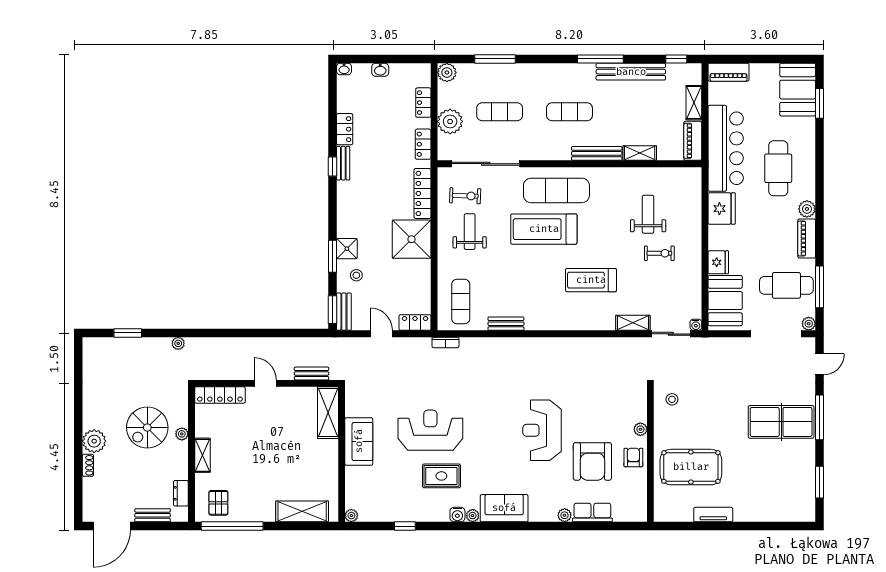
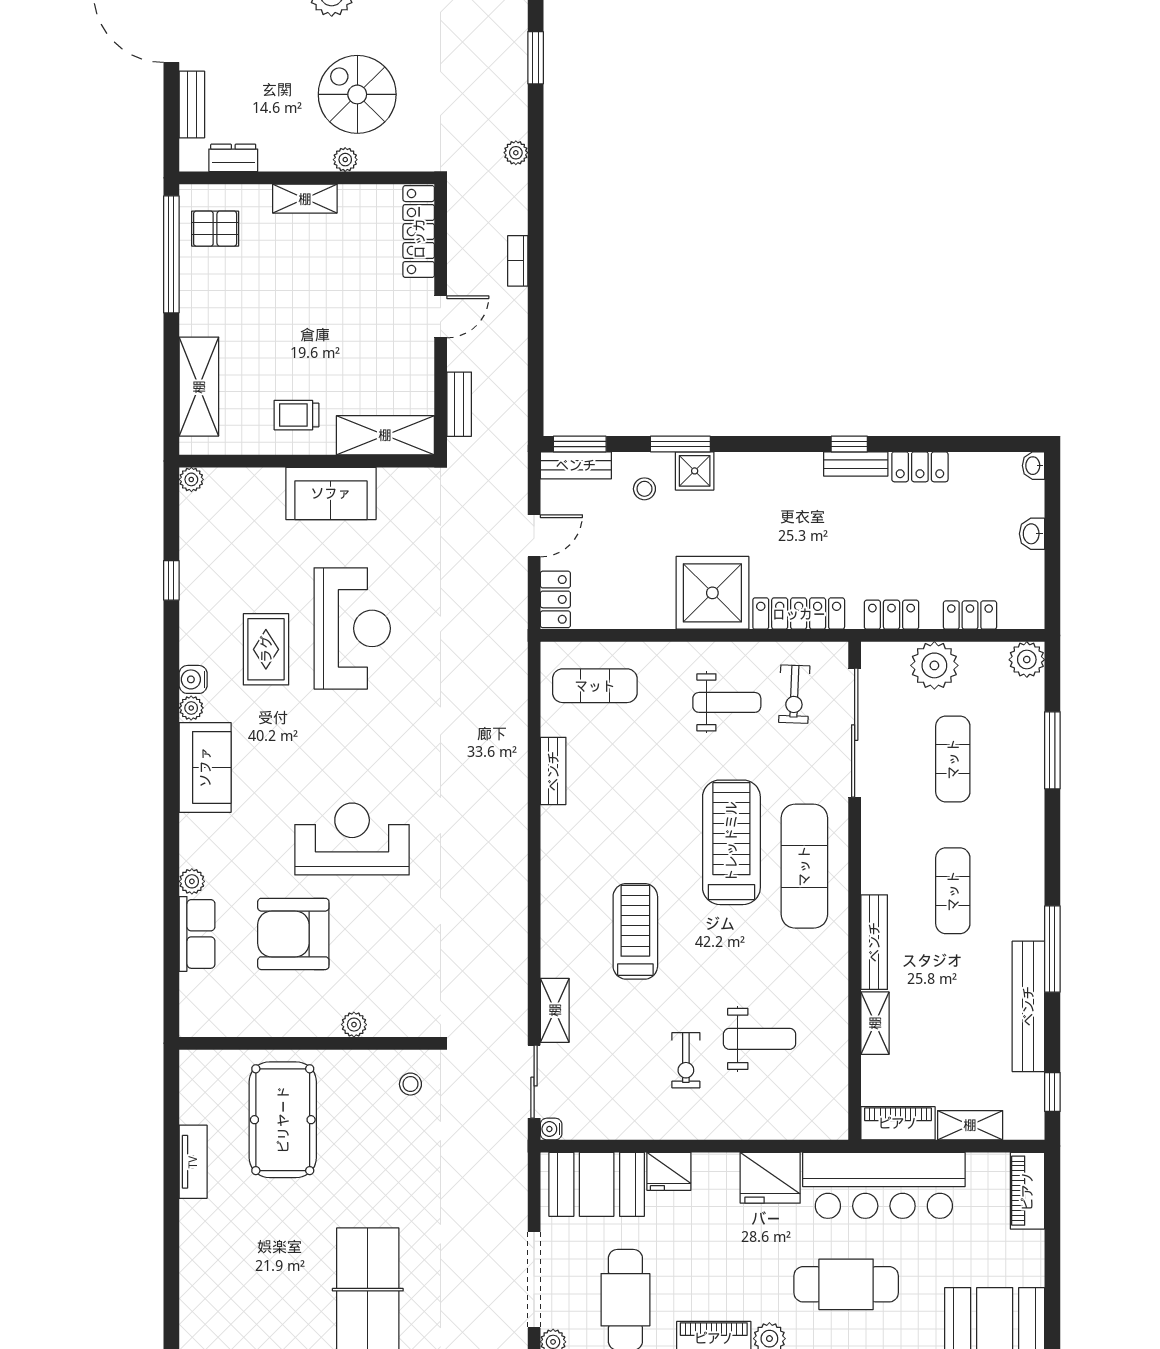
bookcase: (446, 342) -> (518, 261), moved
armchair: (633, 458) -> (301, 1011), removed
trolley: (317, 460) -> (296, 415), added

